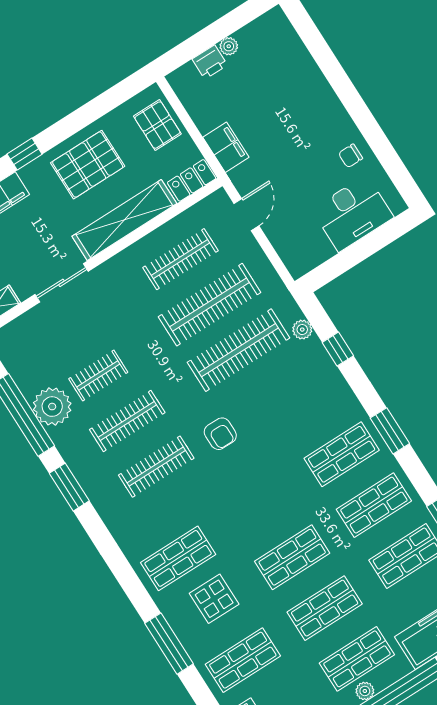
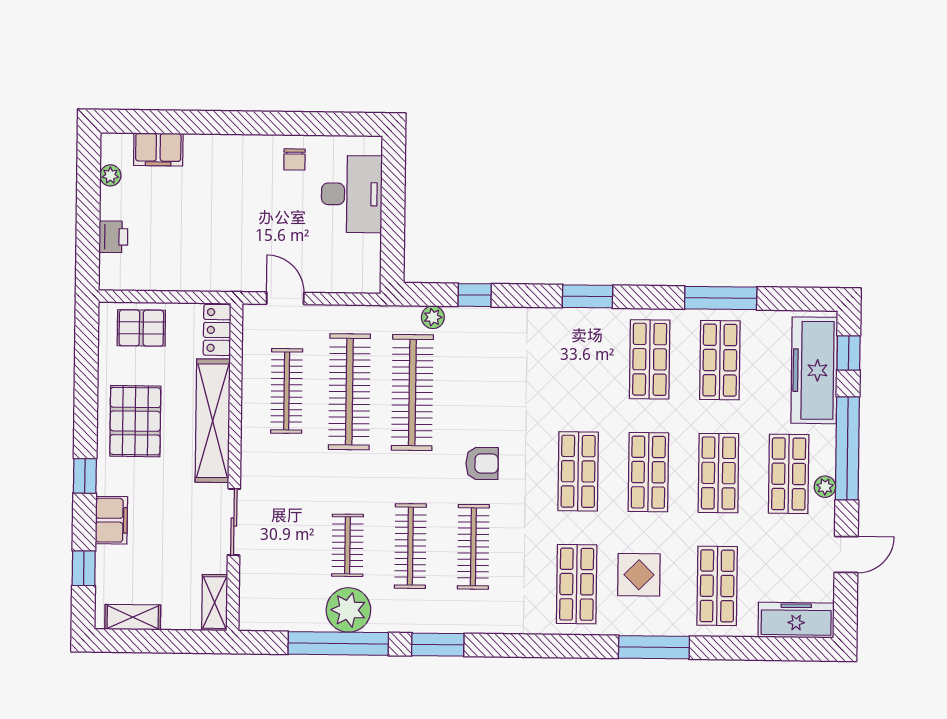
plant: (229, 46) -> (110, 175), moved
filing cabinet: (226, 147) -> (158, 149), moved, turned 180
shop shelf: (342, 454) -> (578, 471), moved

